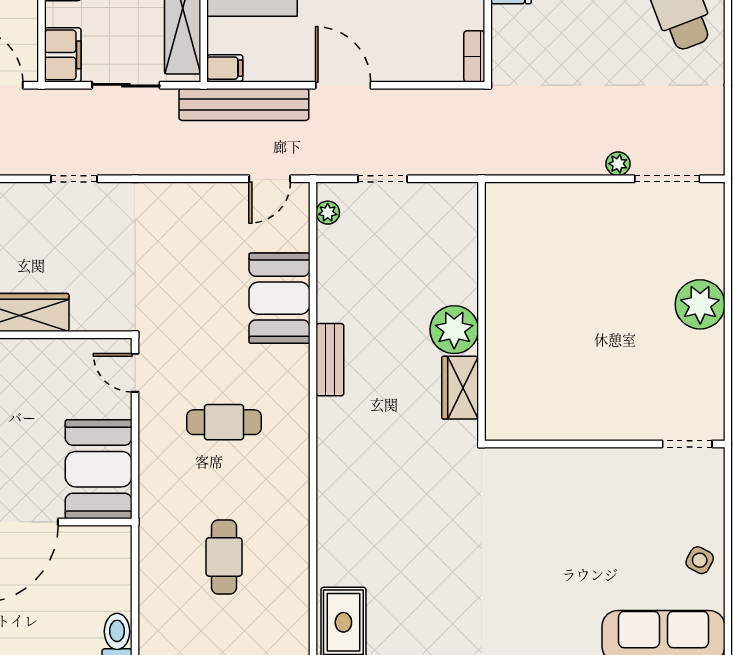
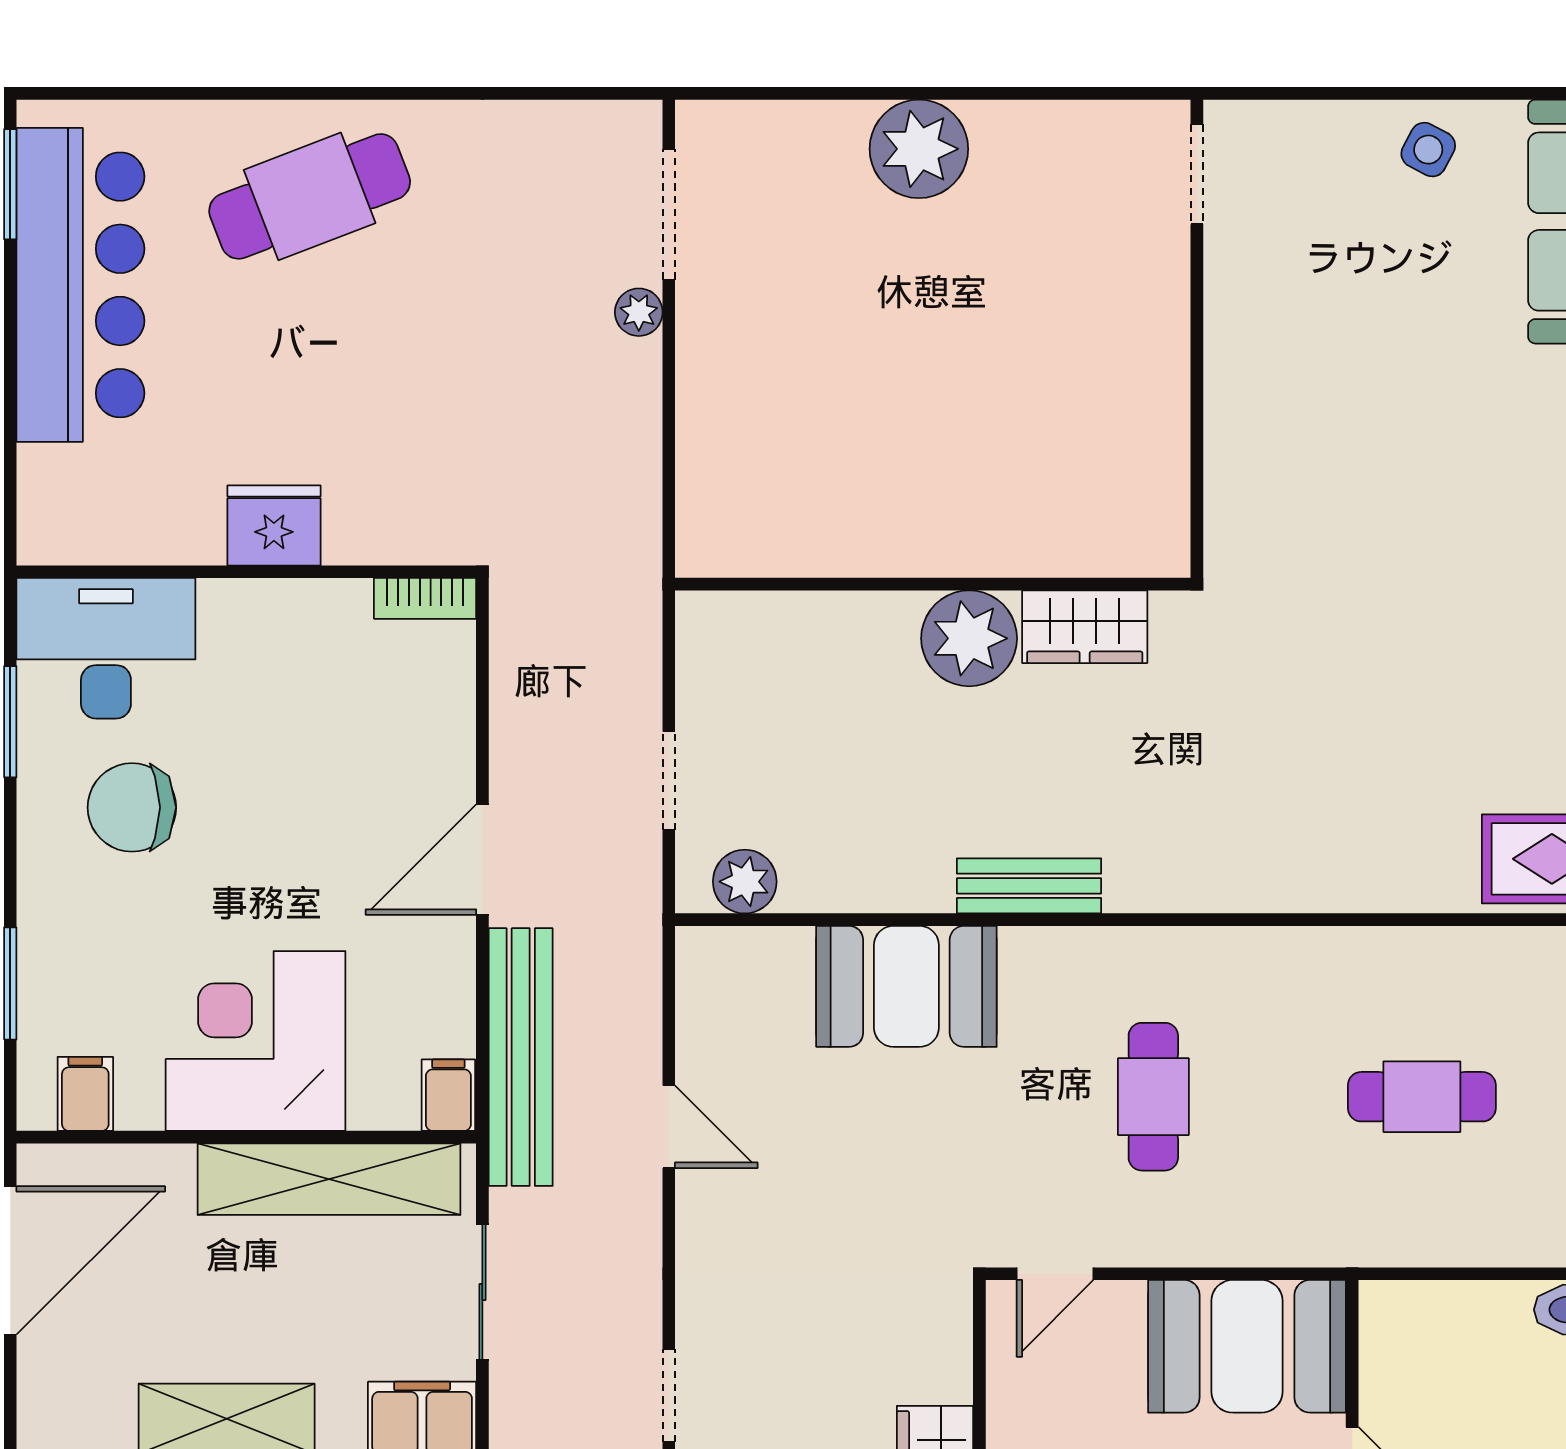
door: (270, 179) -> (669, 1127), moved
plant: (328, 213) -> (745, 882), width x1.38, depth x1.38

